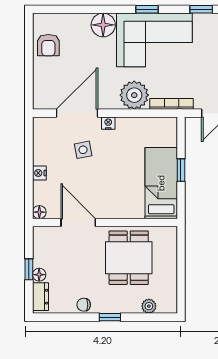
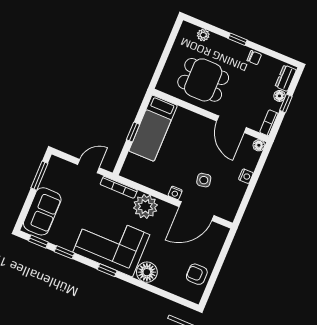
armchair: (48, 45) -> (197, 274), turned -90
bookcase: (38, 241) -> (269, 123), added
dining table: (129, 258) -> (203, 80), turned 90

